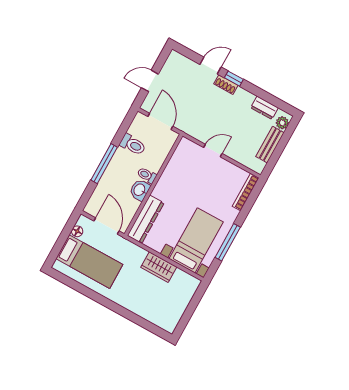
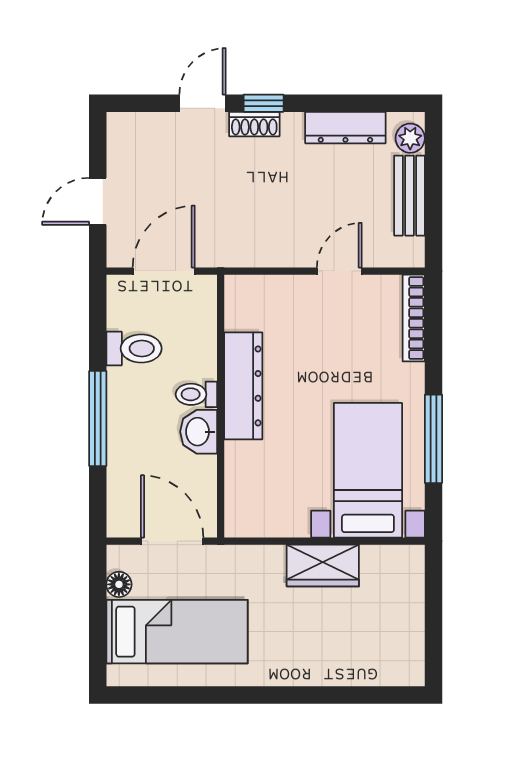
dresser: (264, 108) -> (345, 128), width x1.44
door: (160, 121) -> (164, 271), hinge flipped
door: (213, 151) -> (339, 271), moved
dresser: (146, 219) -> (243, 386), moved

